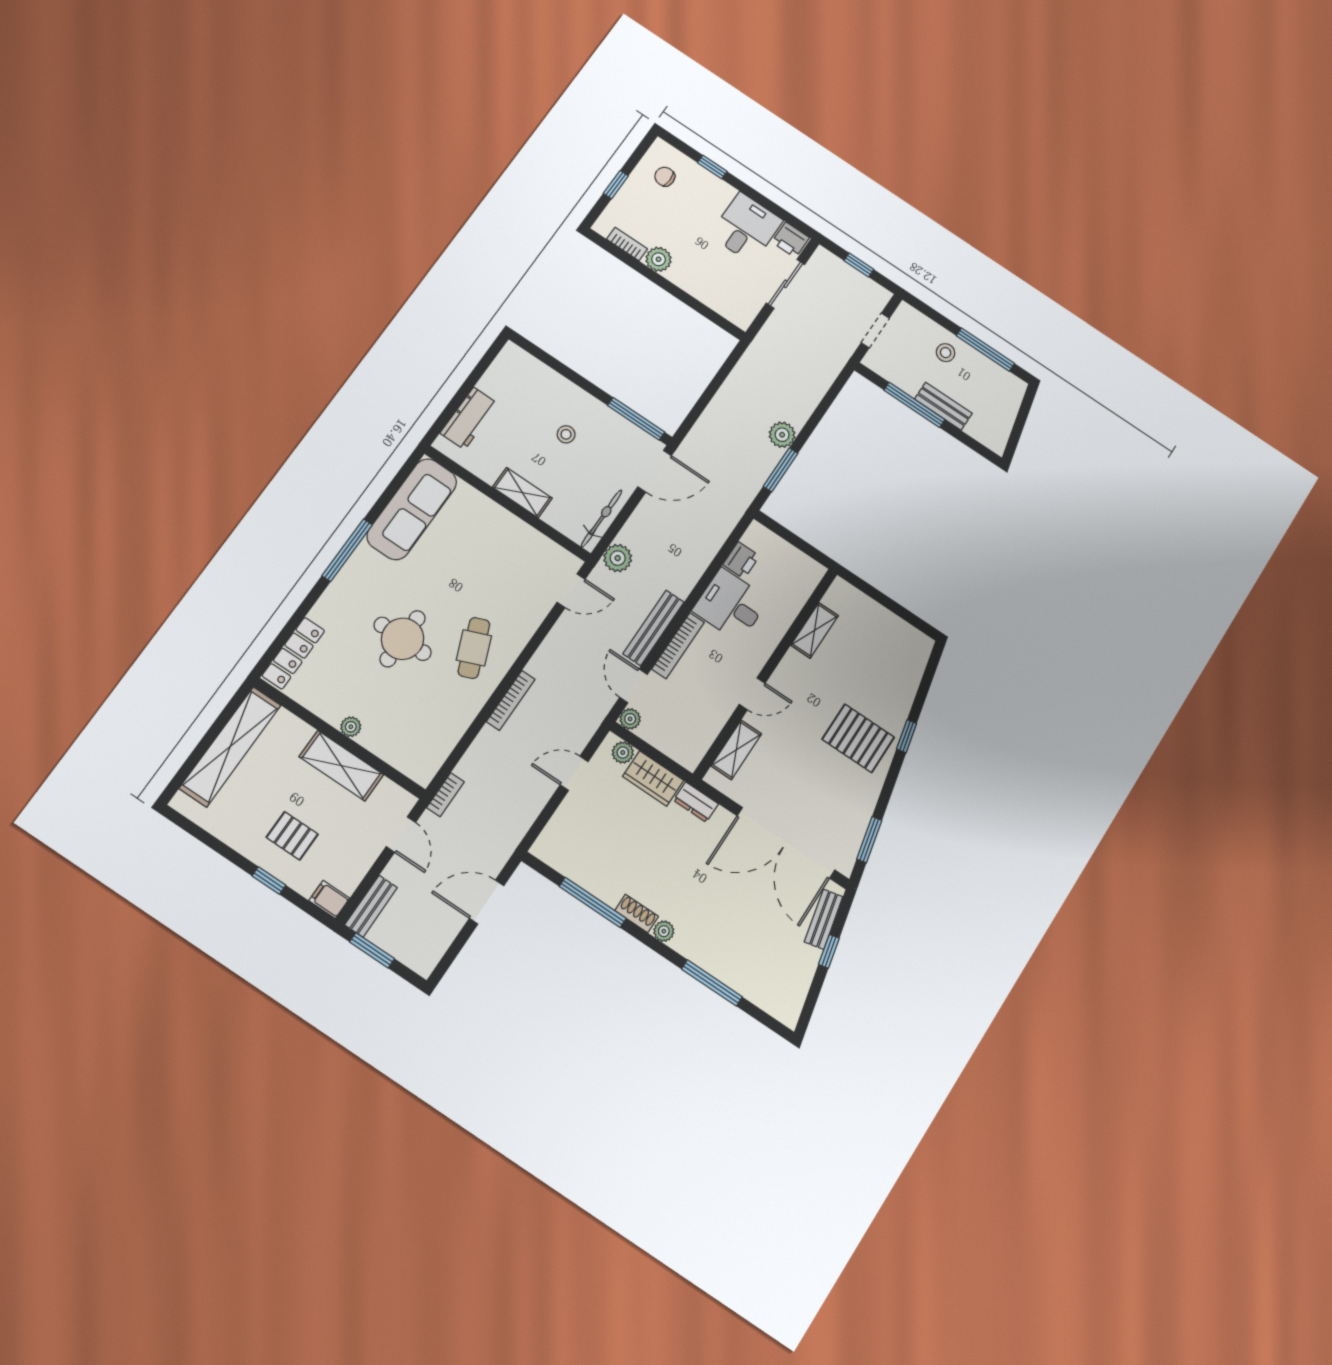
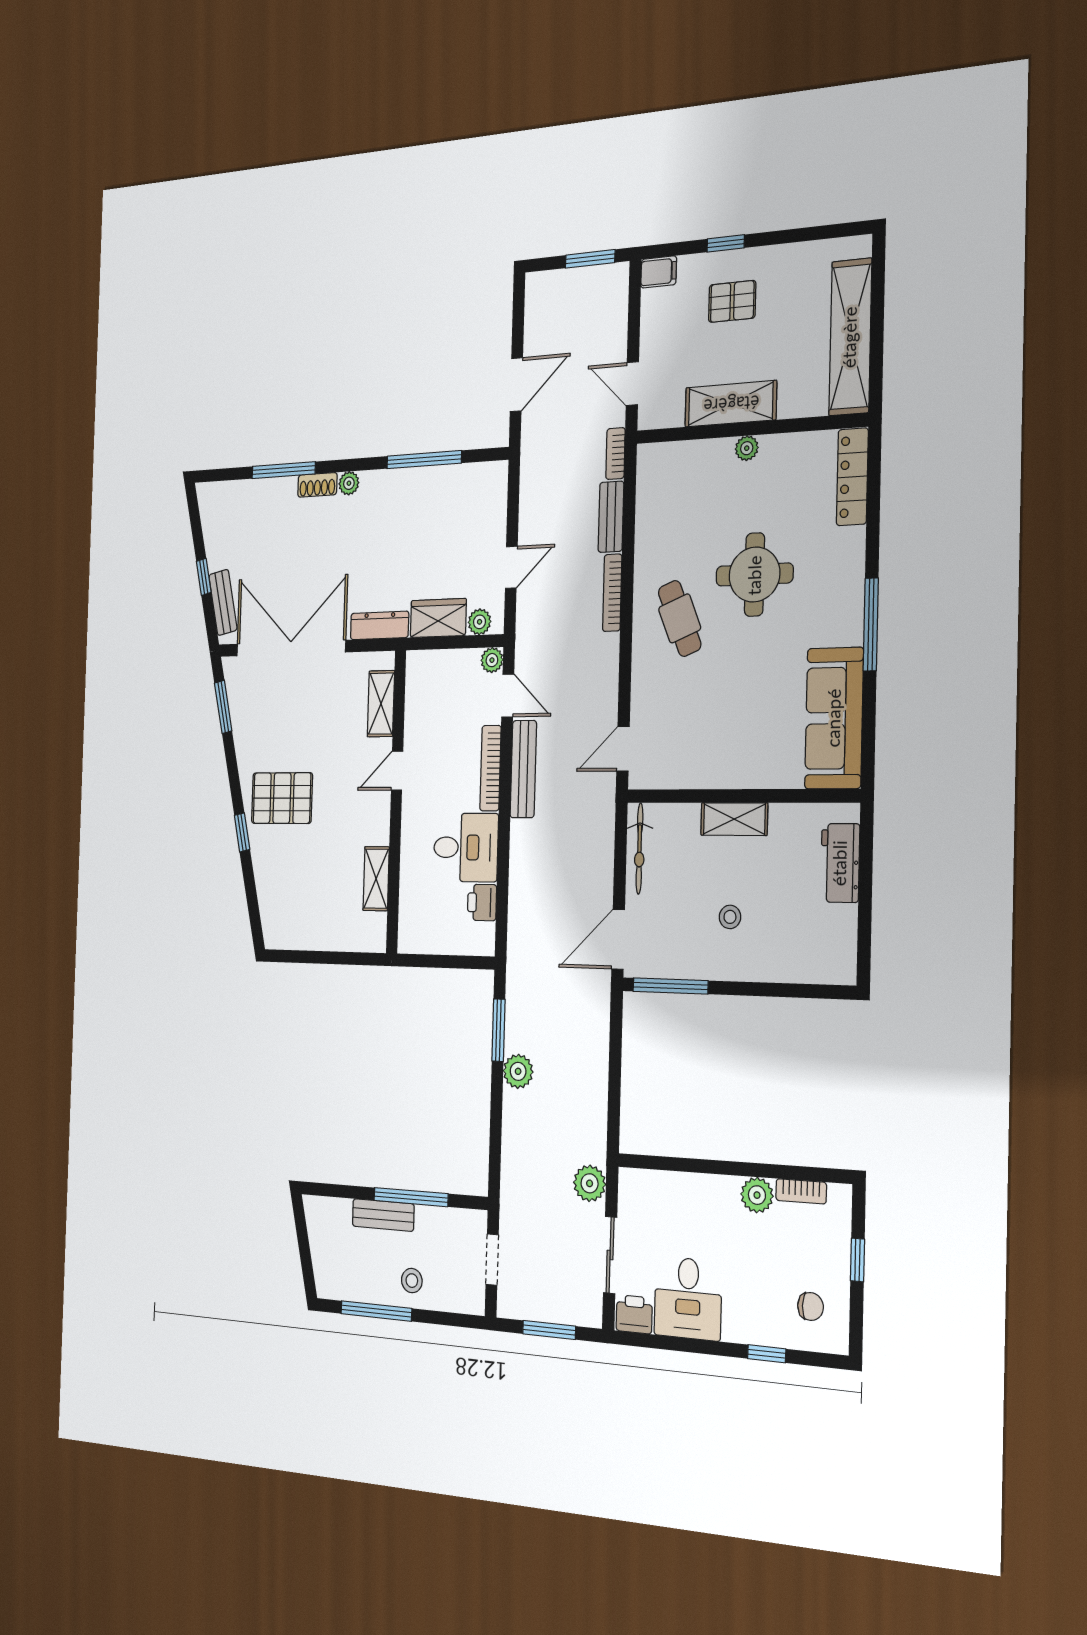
window: (859, 265) -> (549, 1330), width x1.50
plant: (618, 558) -> (590, 1183), moved
dresser: (696, 802) -> (380, 625), width x1.44
bench: (371, 906) -> (611, 517), moved
shoe rack: (637, 913) -> (317, 485), moved

